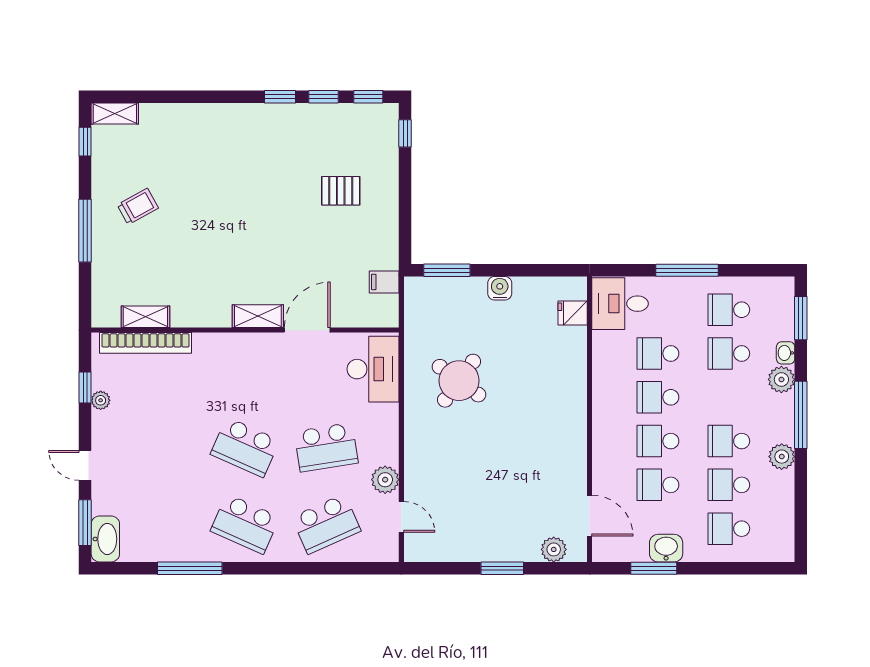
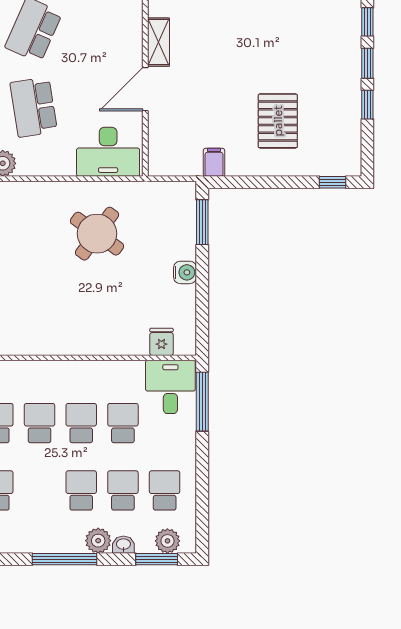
window: (368, 97) -> (367, 22), moved
pallet: (341, 191) -> (278, 121), width x1.50, depth x1.42
window: (687, 270) -> (202, 402), moved
filing cabinet: (384, 282) -> (214, 162), moved
door: (307, 330) -> (145, 89), swing flipped
school desk: (729, 441) -> (81, 490), moved
plant: (782, 457) -> (167, 541), moved

